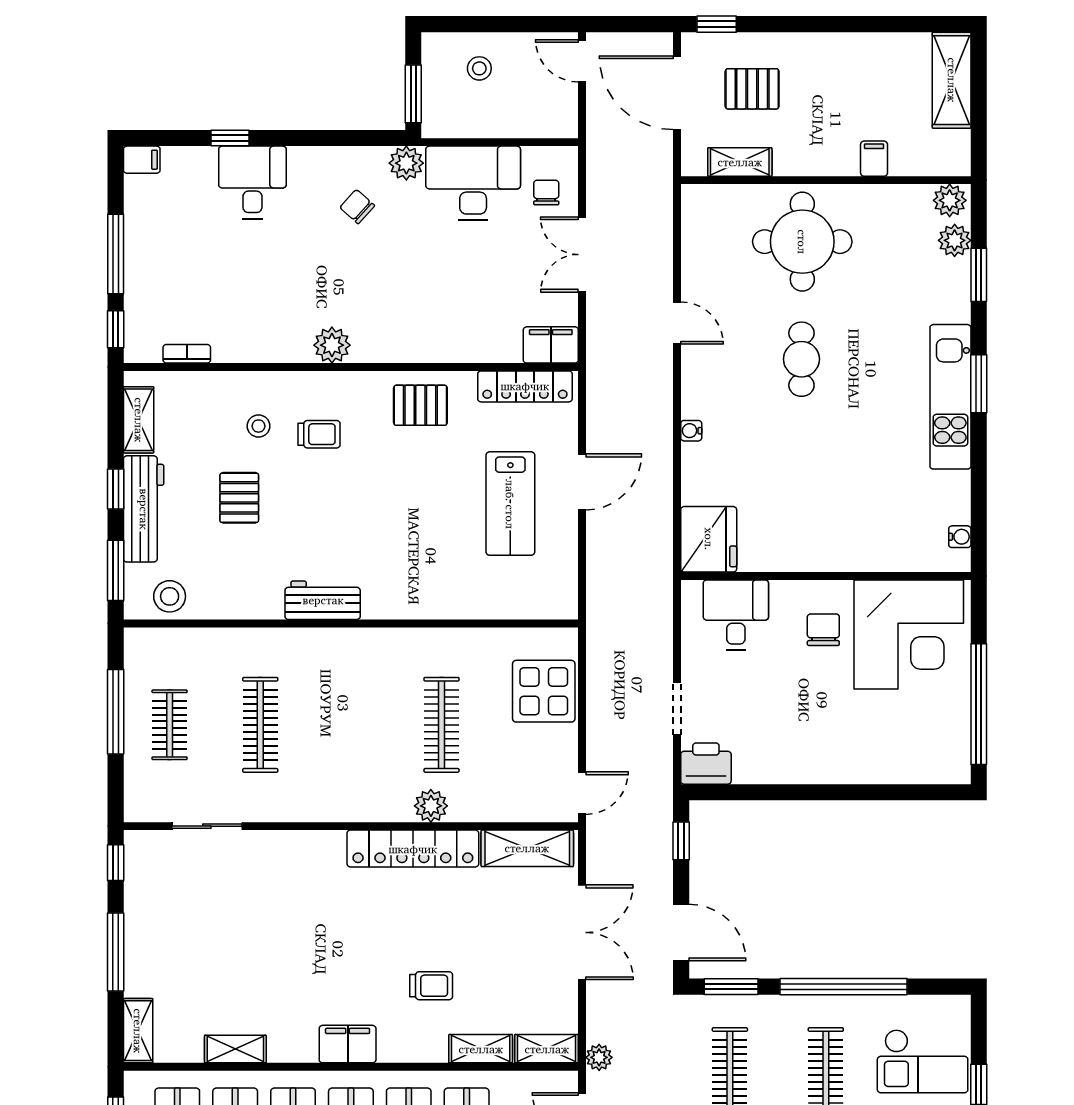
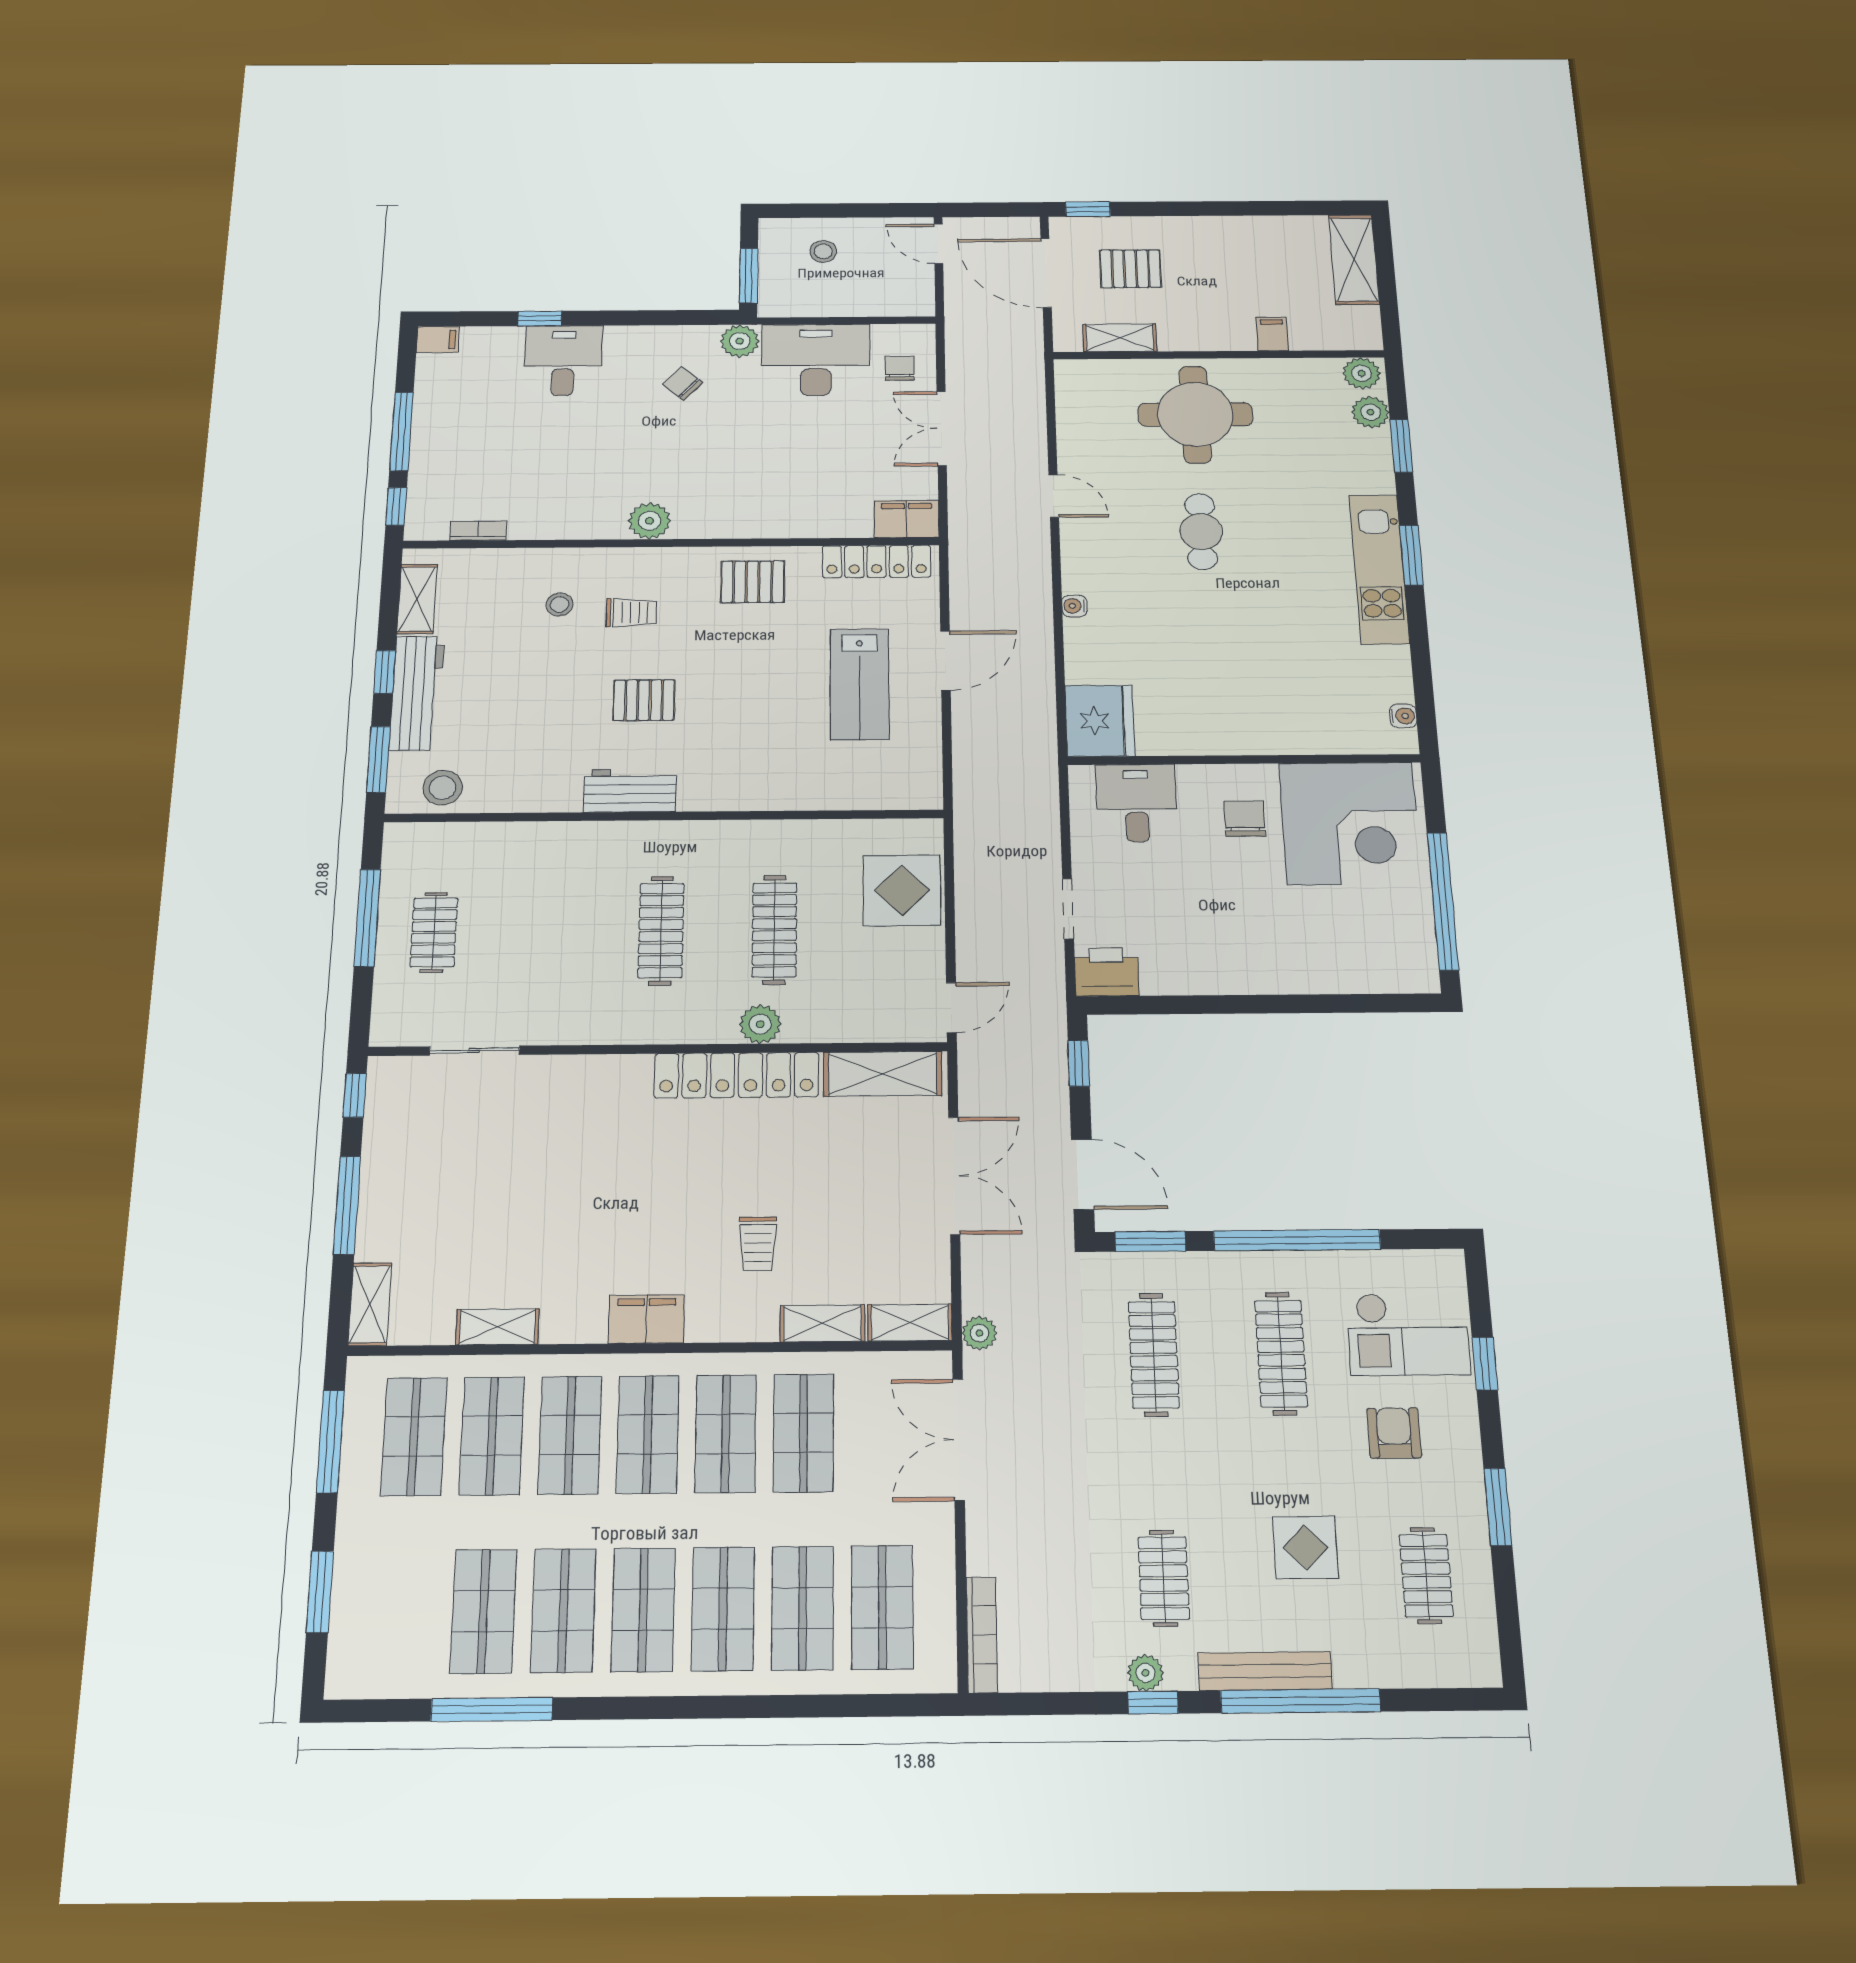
pallet: (239, 498) -> (644, 700), moved, turned 90
clothes rail: (260, 725) -> (661, 931), moved
trolley: (431, 986) -> (758, 1244), turned 90

